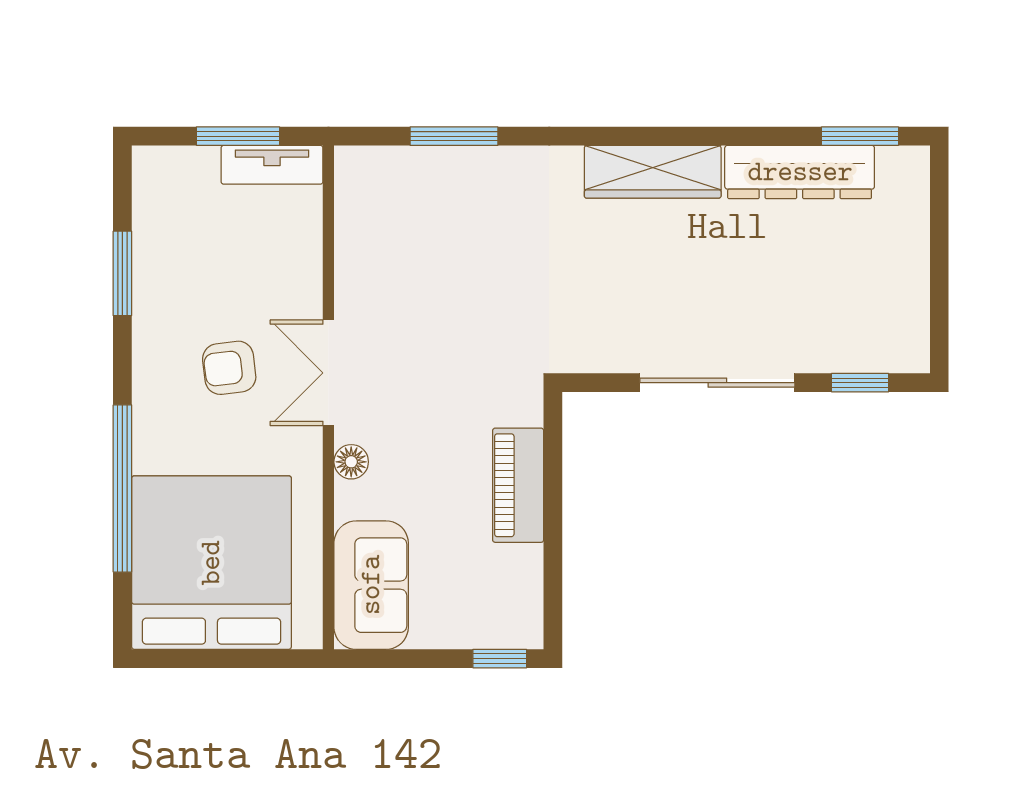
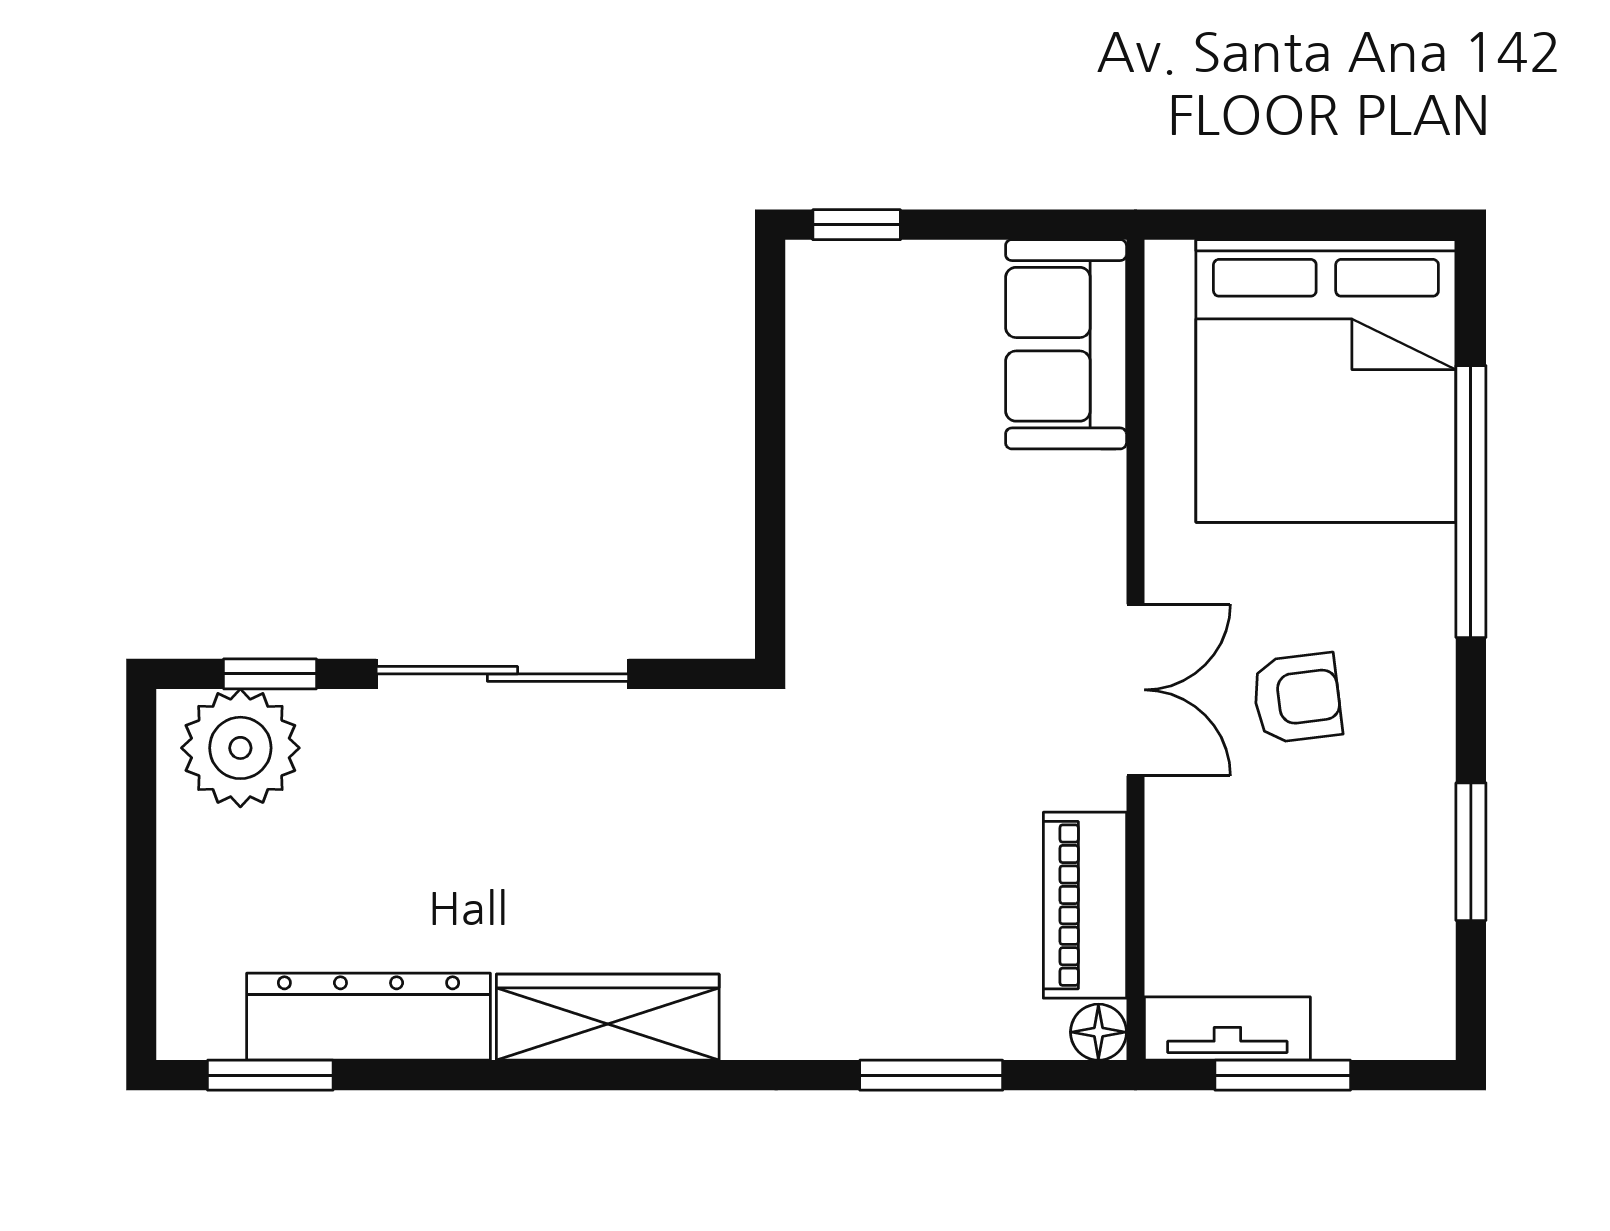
plant: (878, 337) -> (240, 748), added
floor lamp: (351, 462) -> (1098, 1032), moved
piano: (518, 485) -> (1085, 905), moved, turned 180

